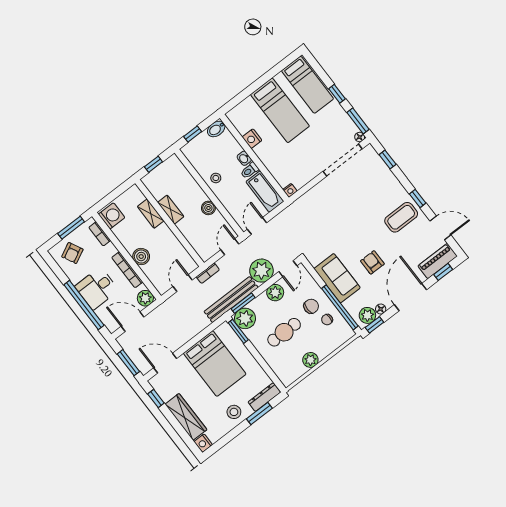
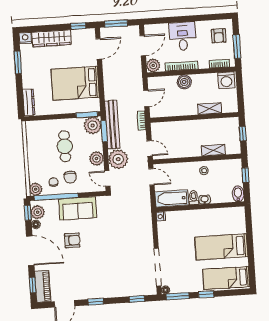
nightstand: (252, 139) -> (215, 214), removed
boiler: (208, 208) -> (187, 151), removed
shelving: (171, 210) -> (213, 150), moved
coffee table: (401, 217) -> (90, 281), removed
armchair: (72, 253) -> (219, 36), turned -153
door: (183, 283) -> (146, 98), hinge flipped
window: (84, 305) -> (177, 19), removed
plant: (310, 360) -> (36, 189), moved
stool: (234, 412) -> (33, 74), removed
window: (259, 413) -> (18, 62), moved

